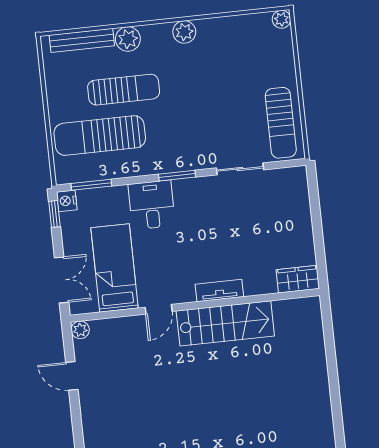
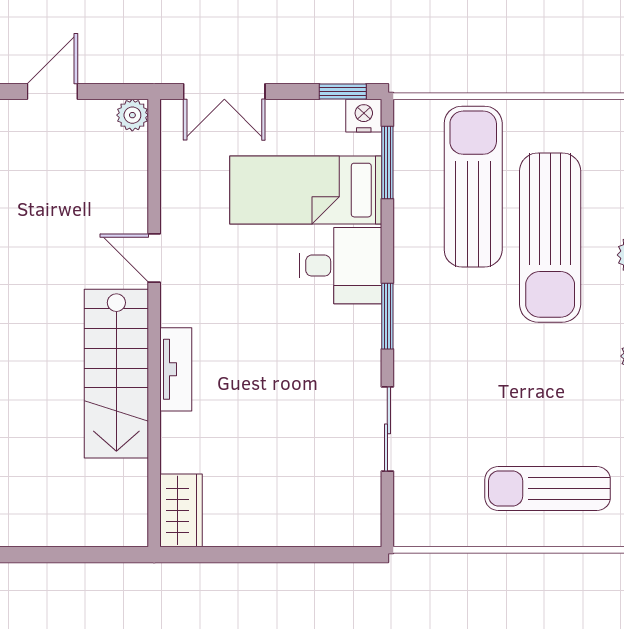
sun lounger: (124, 90) -> (550, 238), width x1.36, depth x1.34
sun lounger: (281, 123) -> (548, 488), moved
bed: (115, 268) -> (306, 190), moved, turned 180

